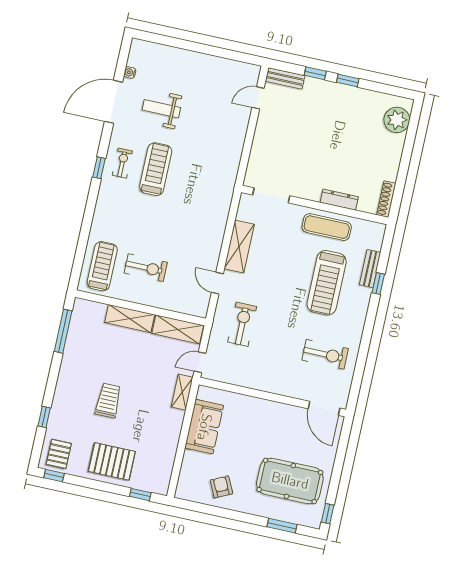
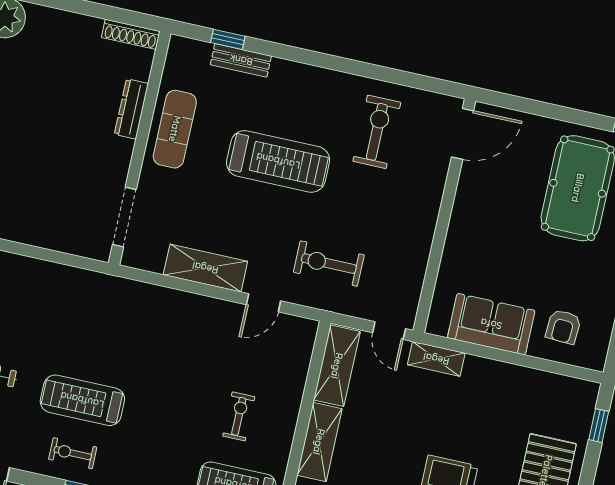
exercise bike: (146, 268) -> (239, 416), width x0.73, depth x0.72
treadmill: (327, 283) -> (278, 161), moved
window: (378, 283) -> (228, 39), moved
armchair: (221, 487) -> (563, 327), moved, turned -61

